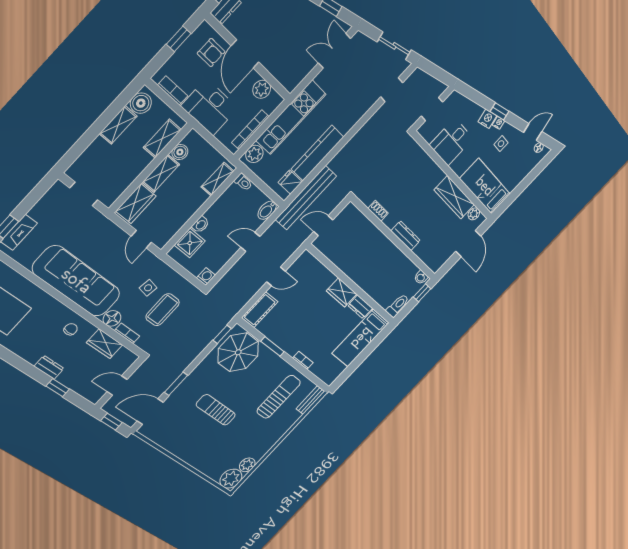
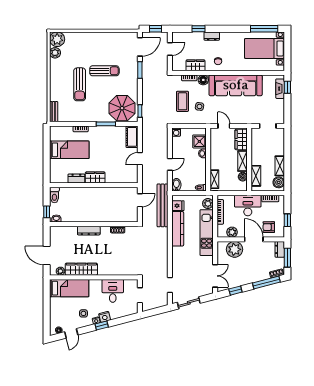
plant: (280, 63) -> (235, 249), added
bed: (361, 338) -> (69, 150), moved, turned 90
sun lounger: (279, 397) -> (80, 84), moved

